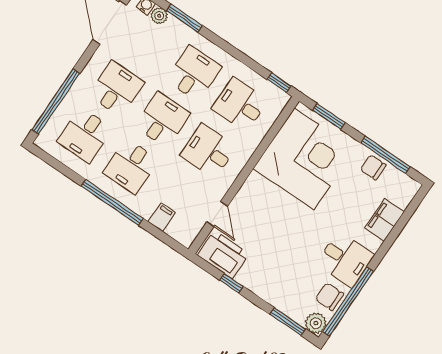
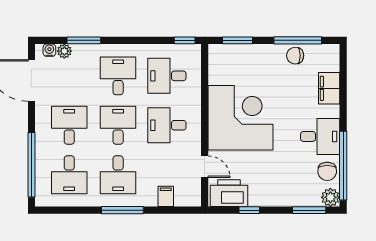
corner desk: (304, 159) -> (241, 118), moved
window: (112, 202) -> (122, 210), width x0.68
chair: (329, 297) -> (327, 171), turned -90

